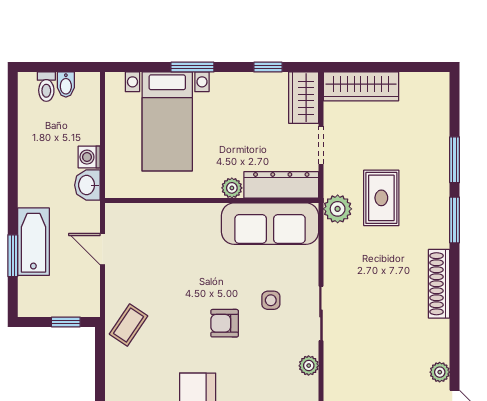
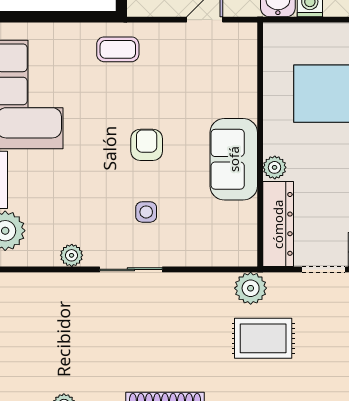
sofa: (270, 224) -> (234, 159), moved, width x0.73
armchair: (225, 323) -> (147, 145), moved
coffee table: (129, 325) -> (118, 49), turned -34

